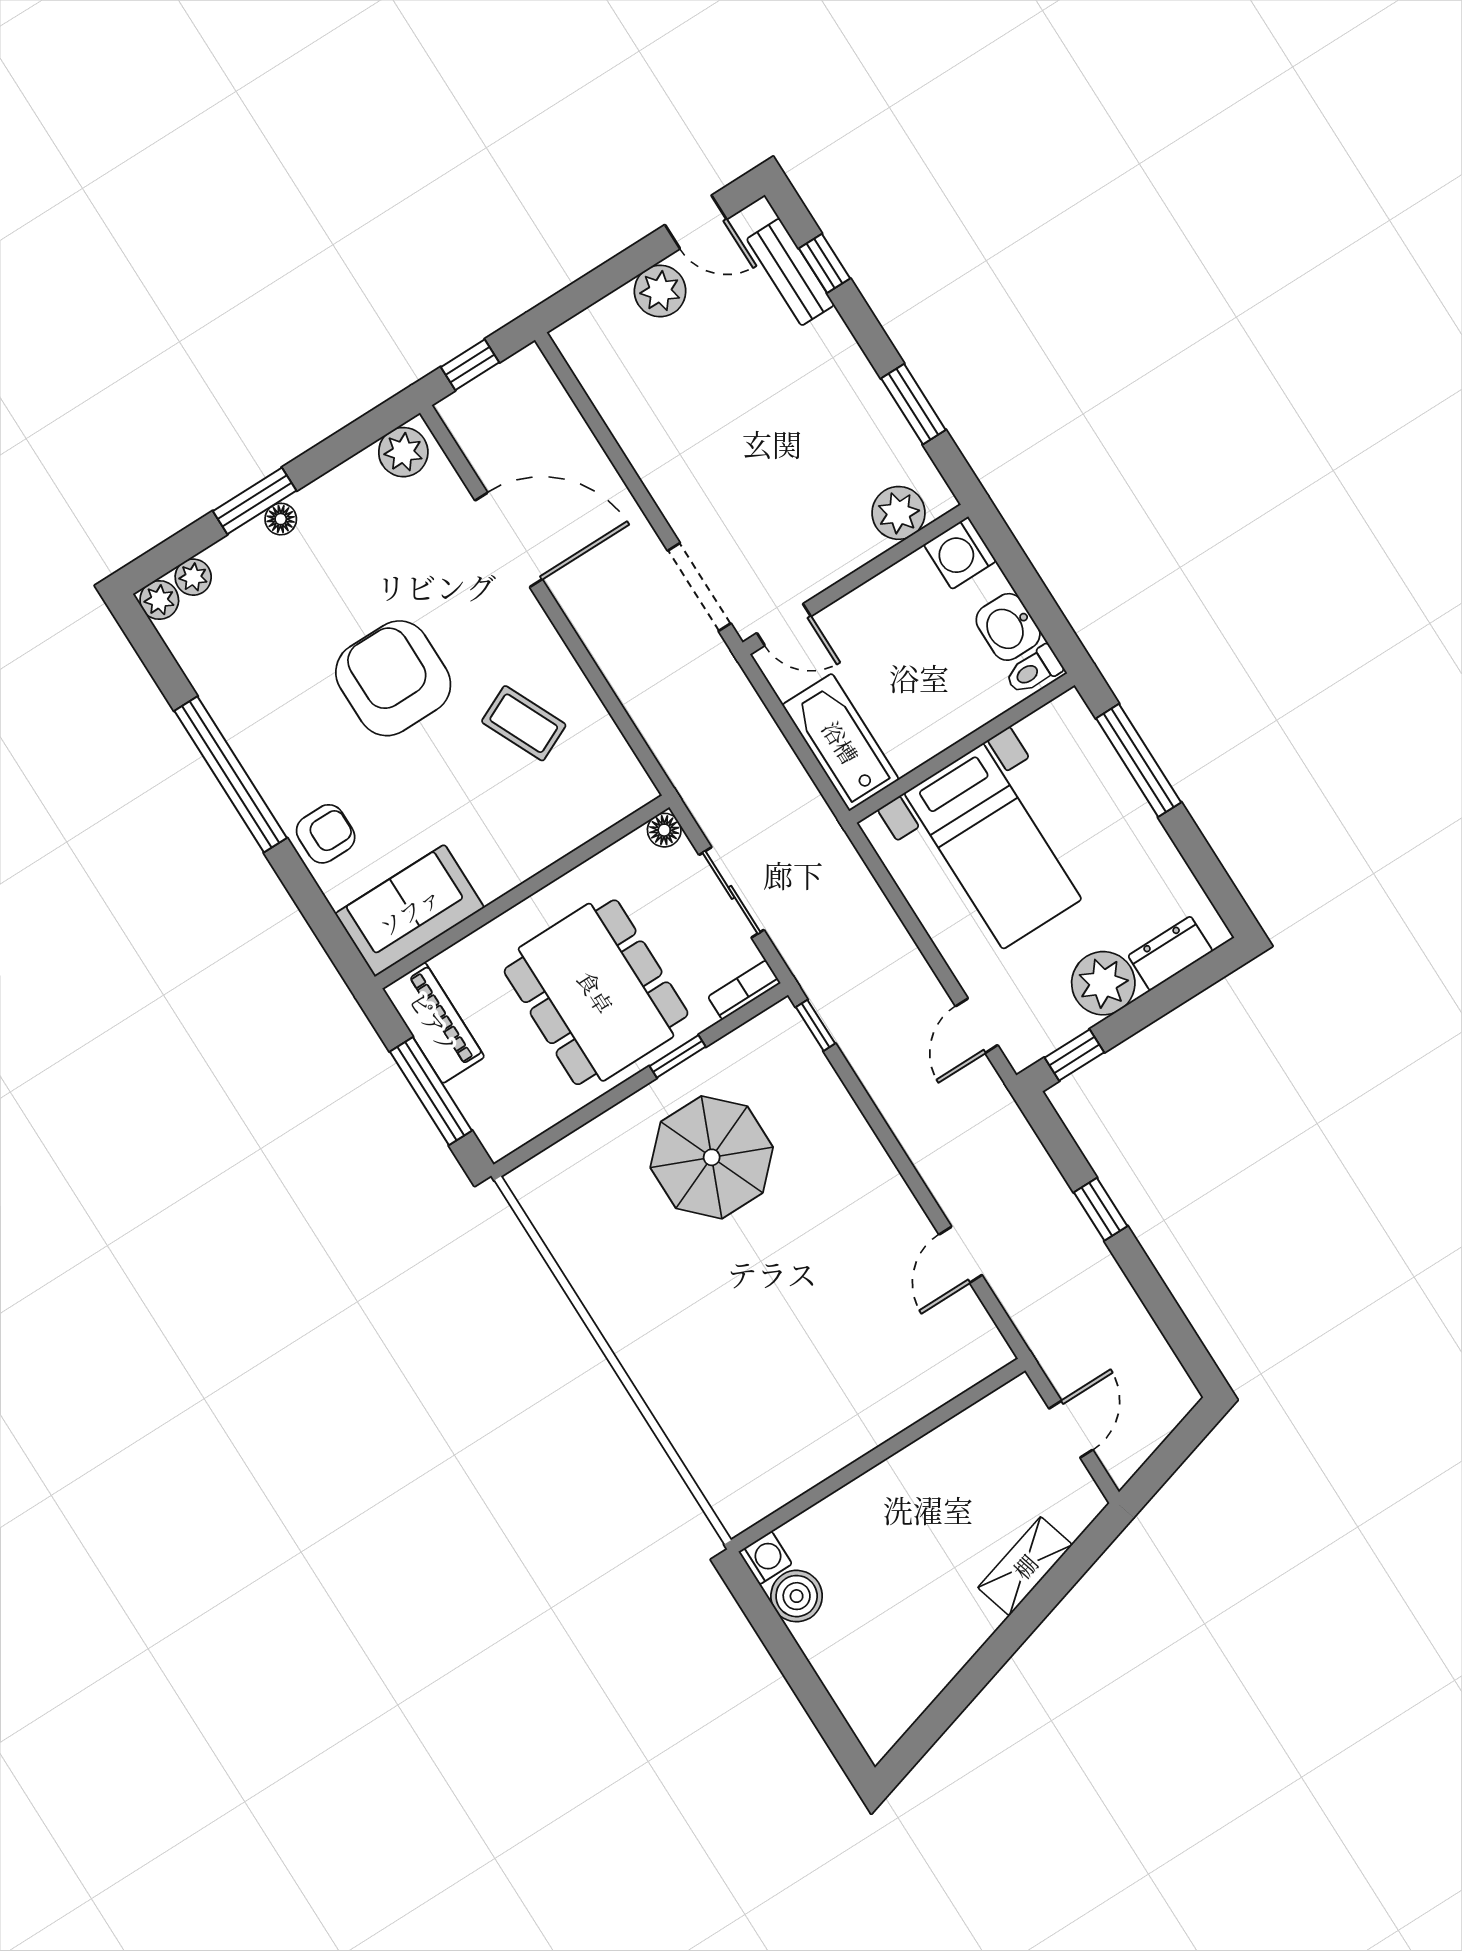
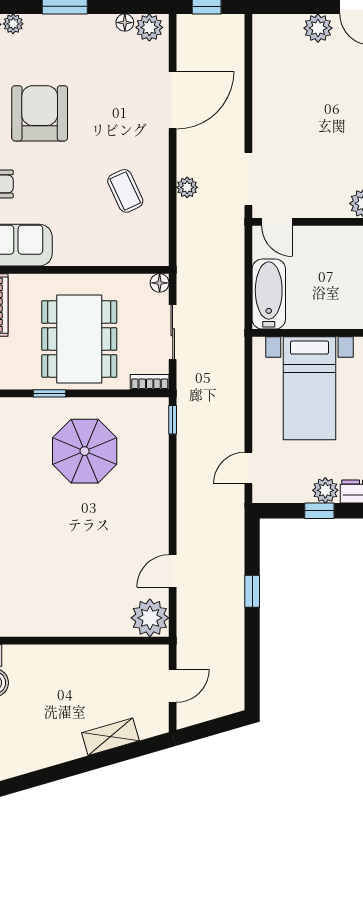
floor lamp: (281, 519) -> (125, 23), moved
door: (509, 540) -> (173, 100), hinge flipped
plant: (614, 659) -> (187, 187), added
armchair: (393, 678) -> (40, 113), moved
plant: (1103, 983) -> (325, 490), width x0.73, depth x0.73
window: (1074, 1055) -> (319, 511), moved
window: (678, 1056) -> (50, 393), moved
plant: (971, 1348) -> (150, 618), added

